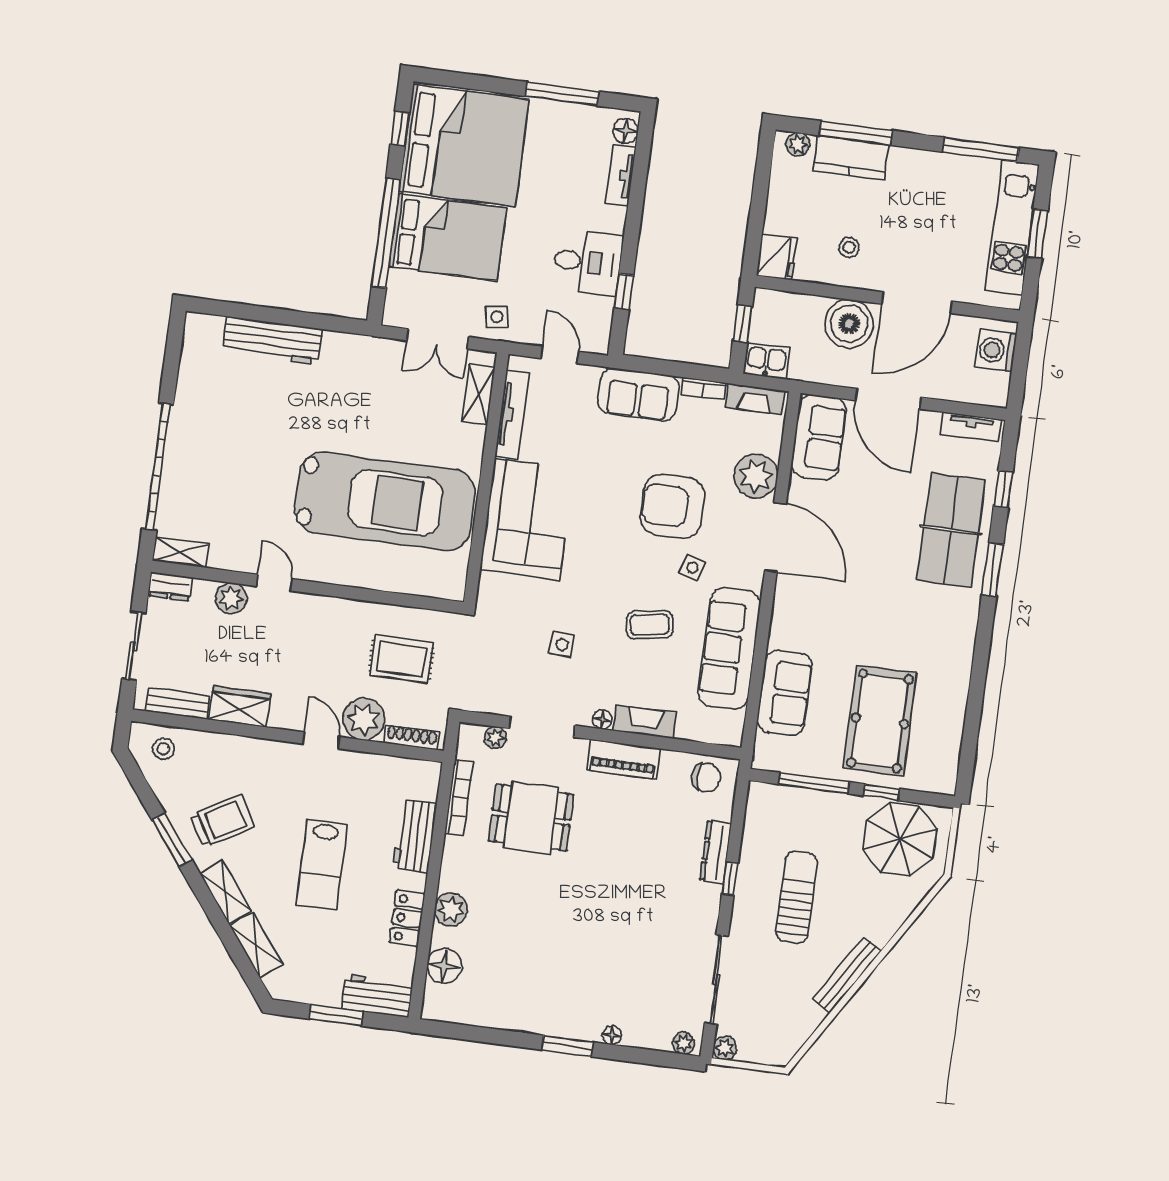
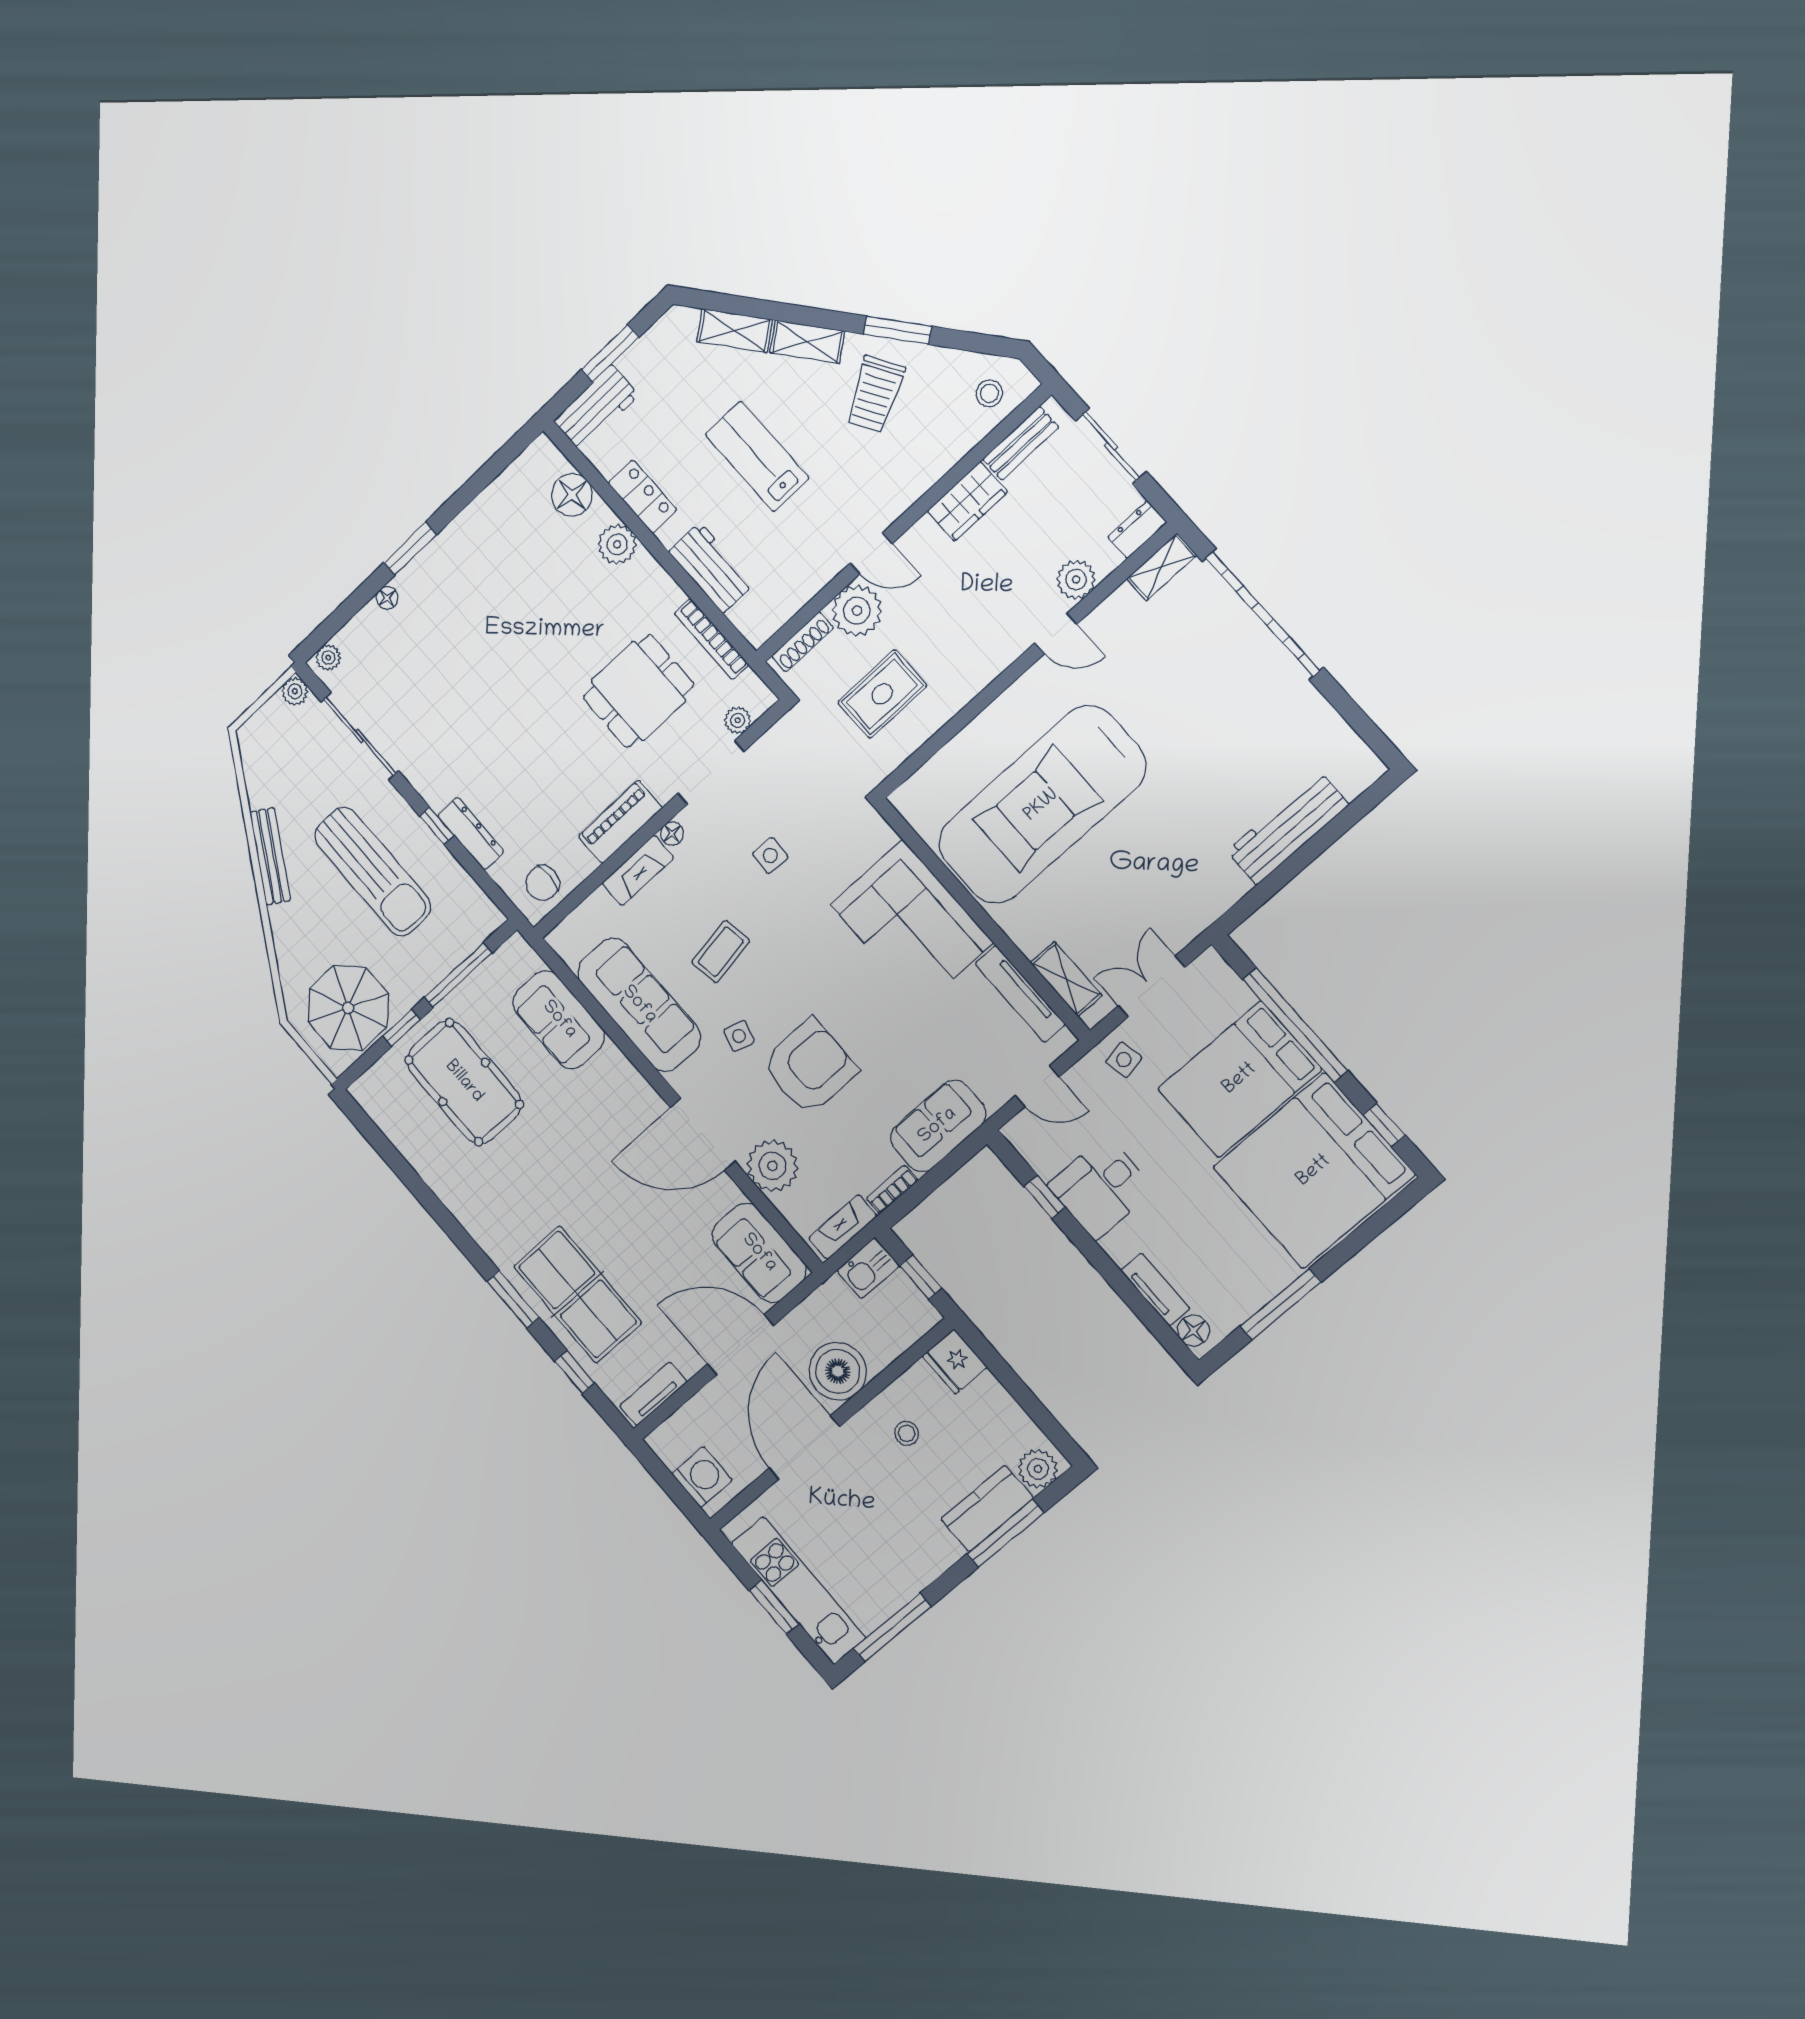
plant: (798, 144) -> (1038, 1469), width x1.38, depth x1.38
sun lounger: (797, 897) -> (373, 871), width x1.36, depth x1.34

